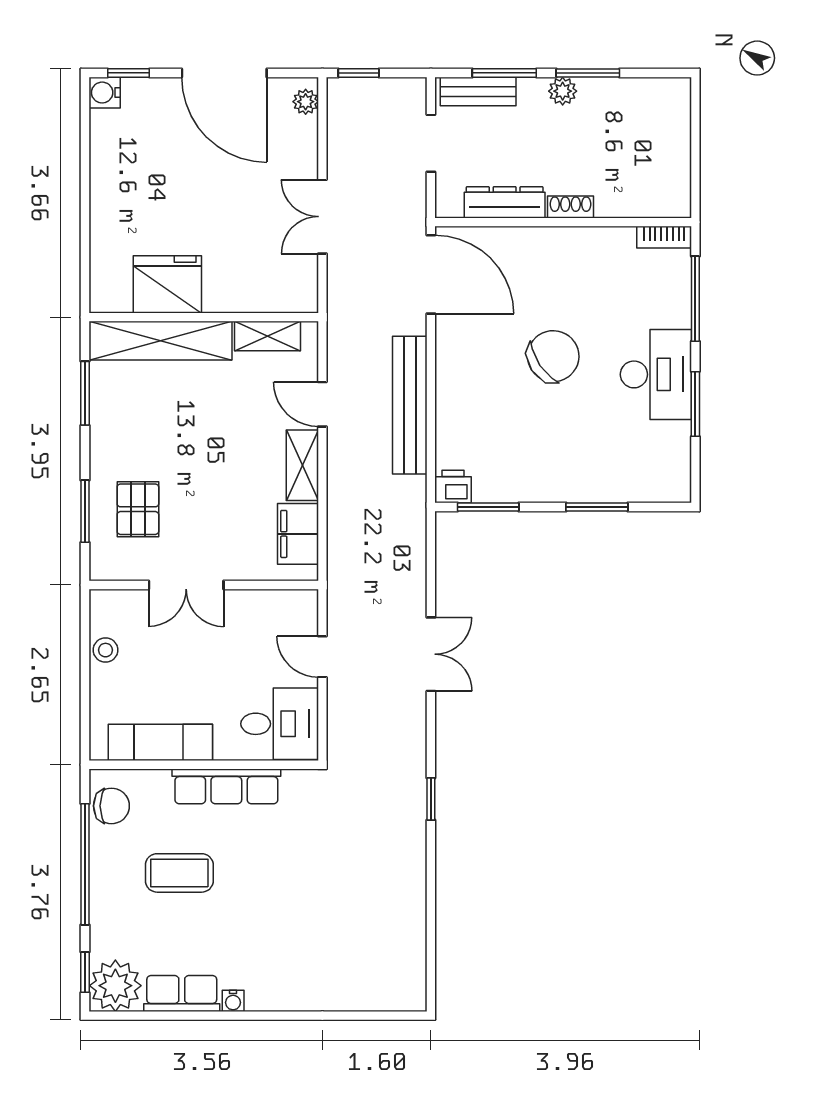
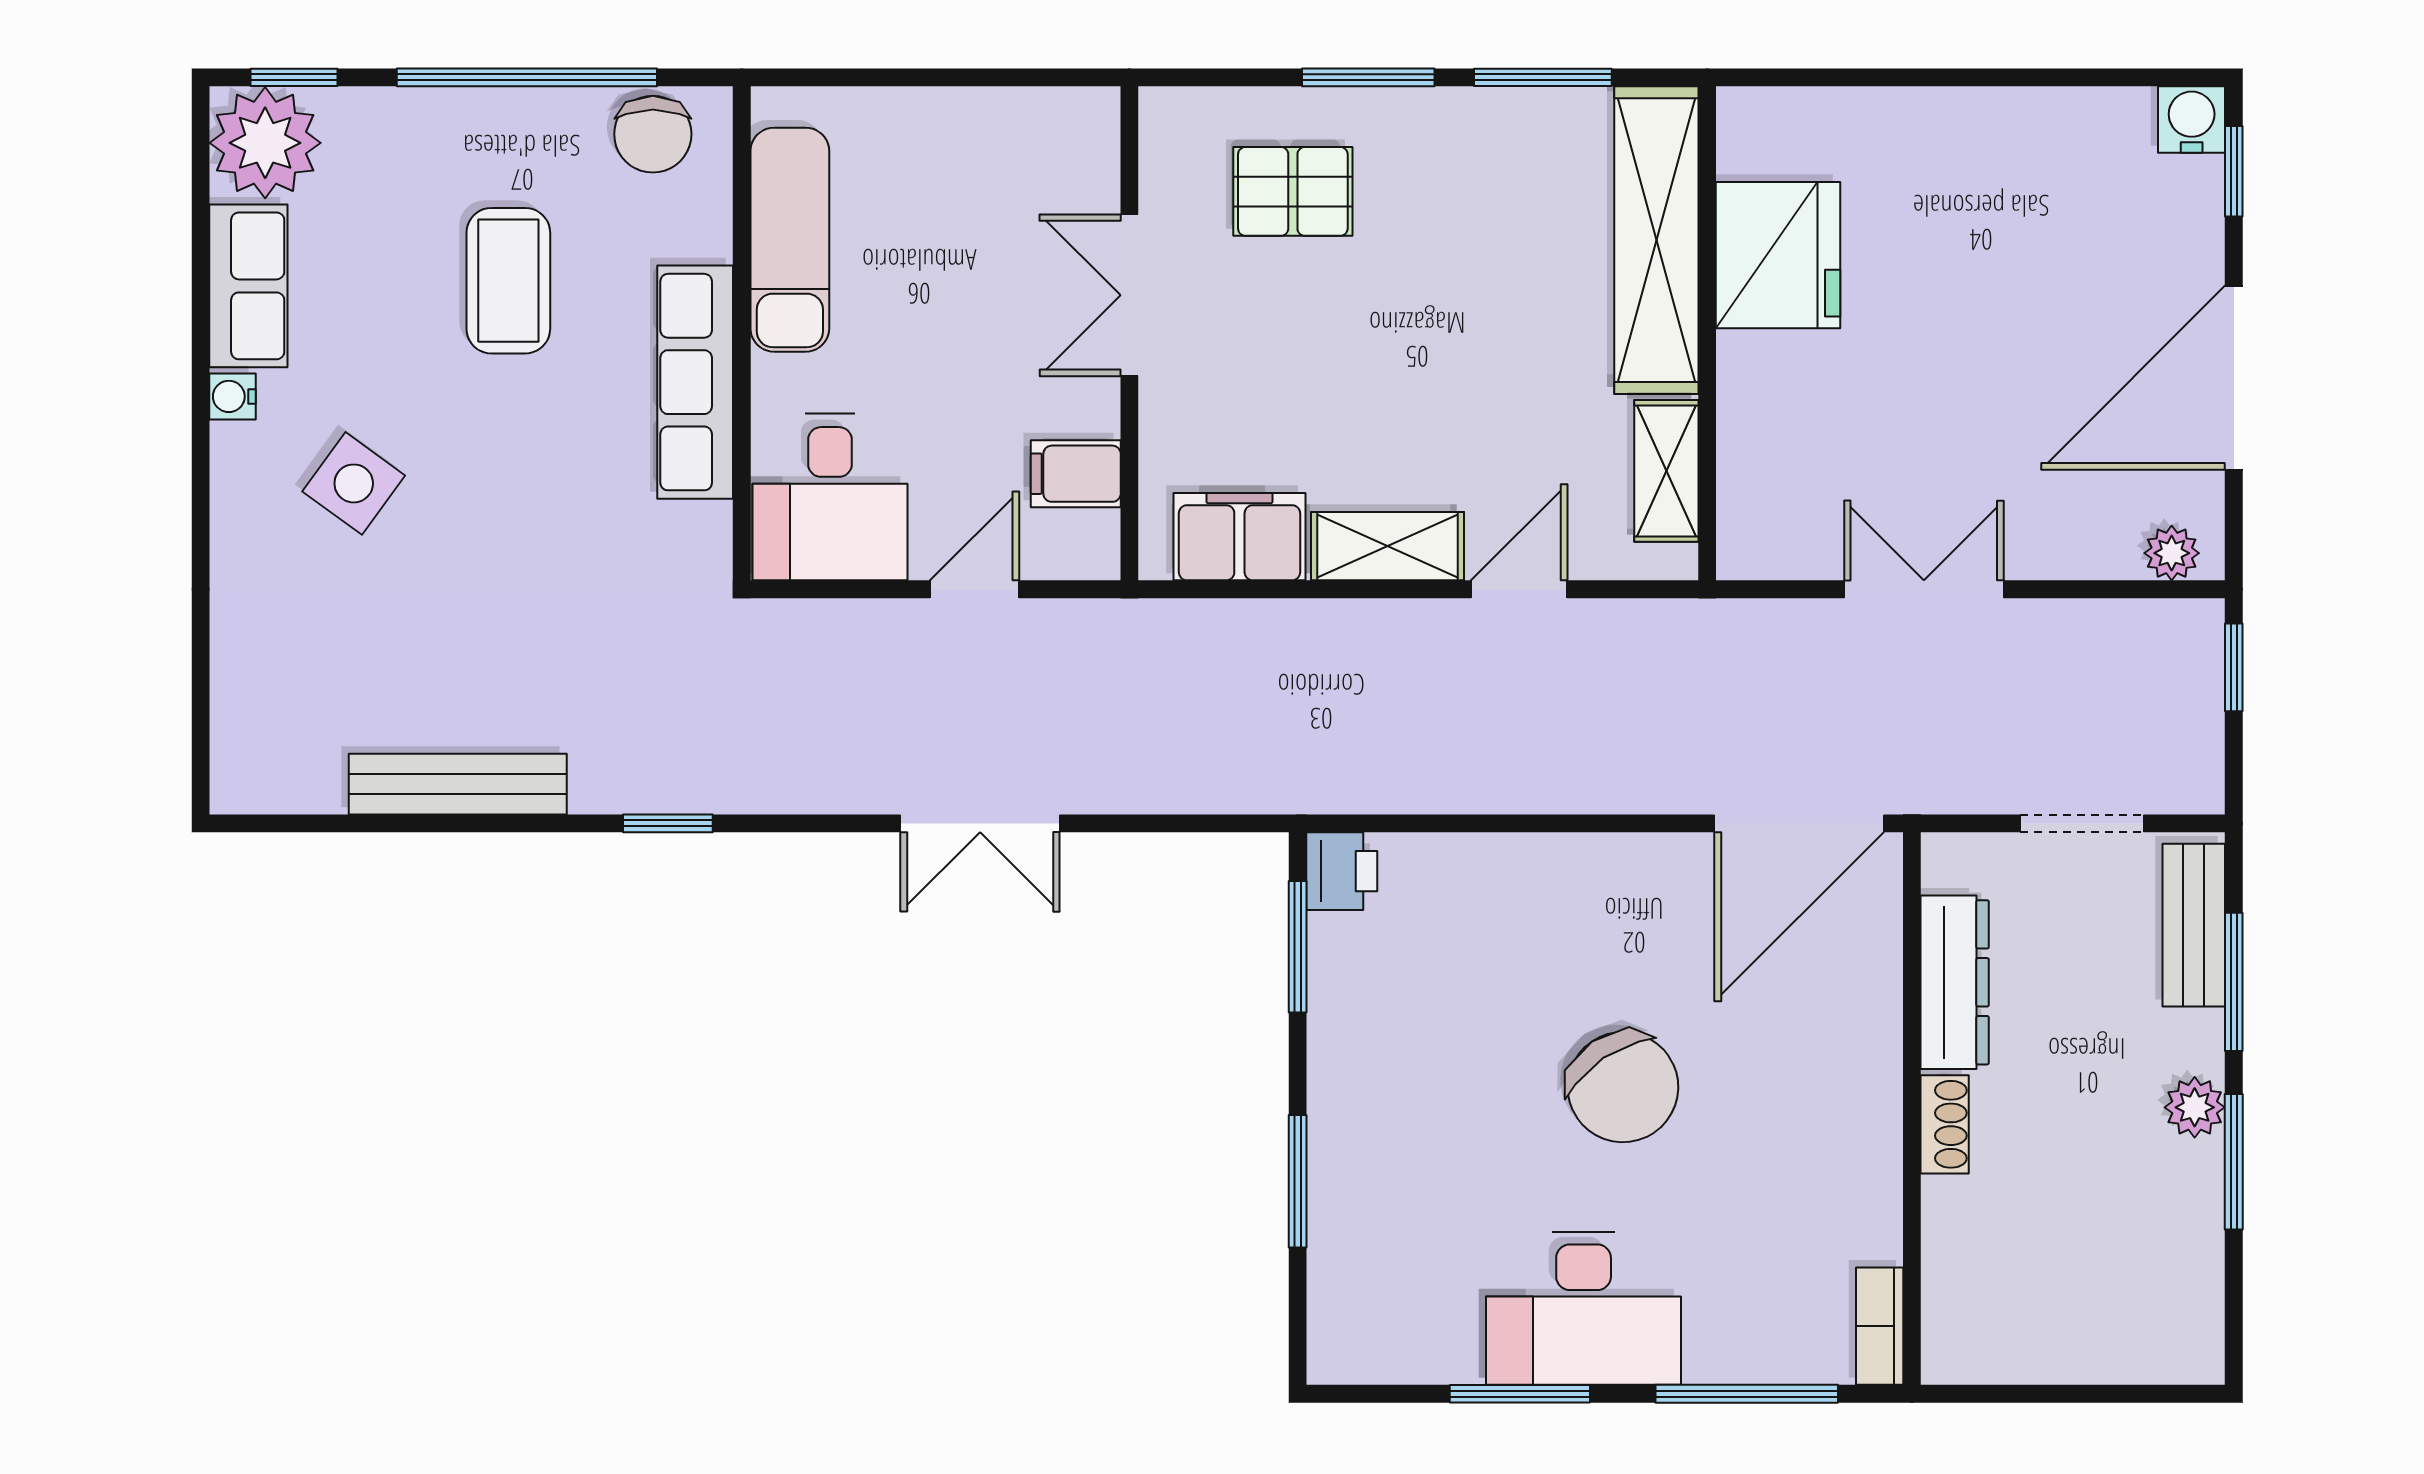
bench: (410, 405) -> (458, 784), moved, width x0.73, depth x0.82
window: (85, 511) -> (1368, 77), moved
filing cabinet: (269, 610) -> (1076, 474), added
stool: (106, 650) -> (989, 121), removed
side table: (273, 945) -> (354, 483), added

